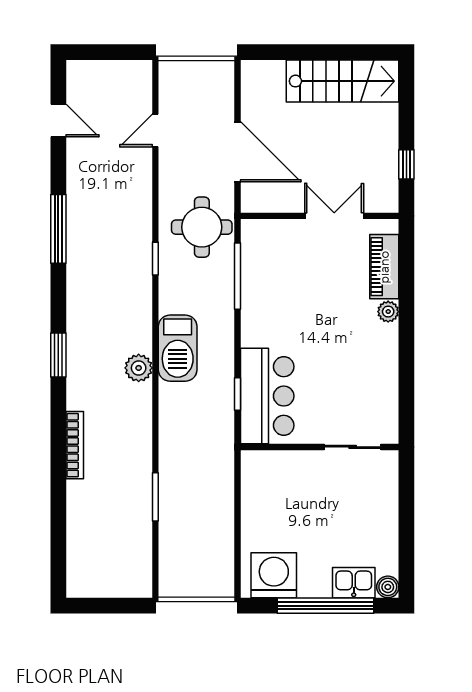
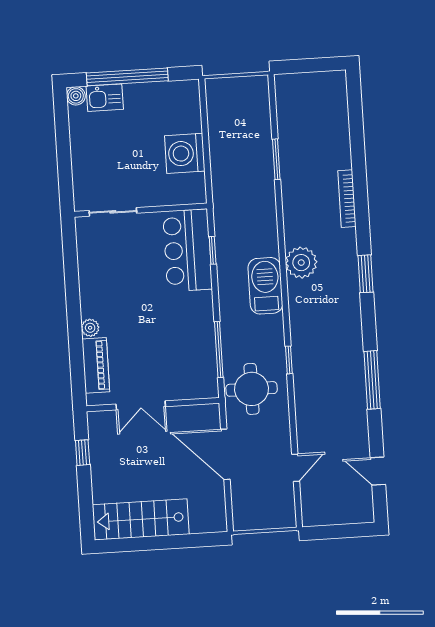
plant: (139, 368) -> (301, 263), width x1.36, depth x1.36
washing machine: (274, 575) -> (185, 153), moved, turned 90

